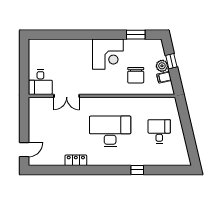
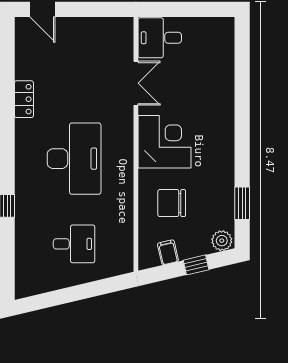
corner desk: (108, 54) -> (164, 142), moved, turned 180
plant: (162, 66) -> (222, 241), moved
double door: (67, 96) -> (136, 83), swing flipped

